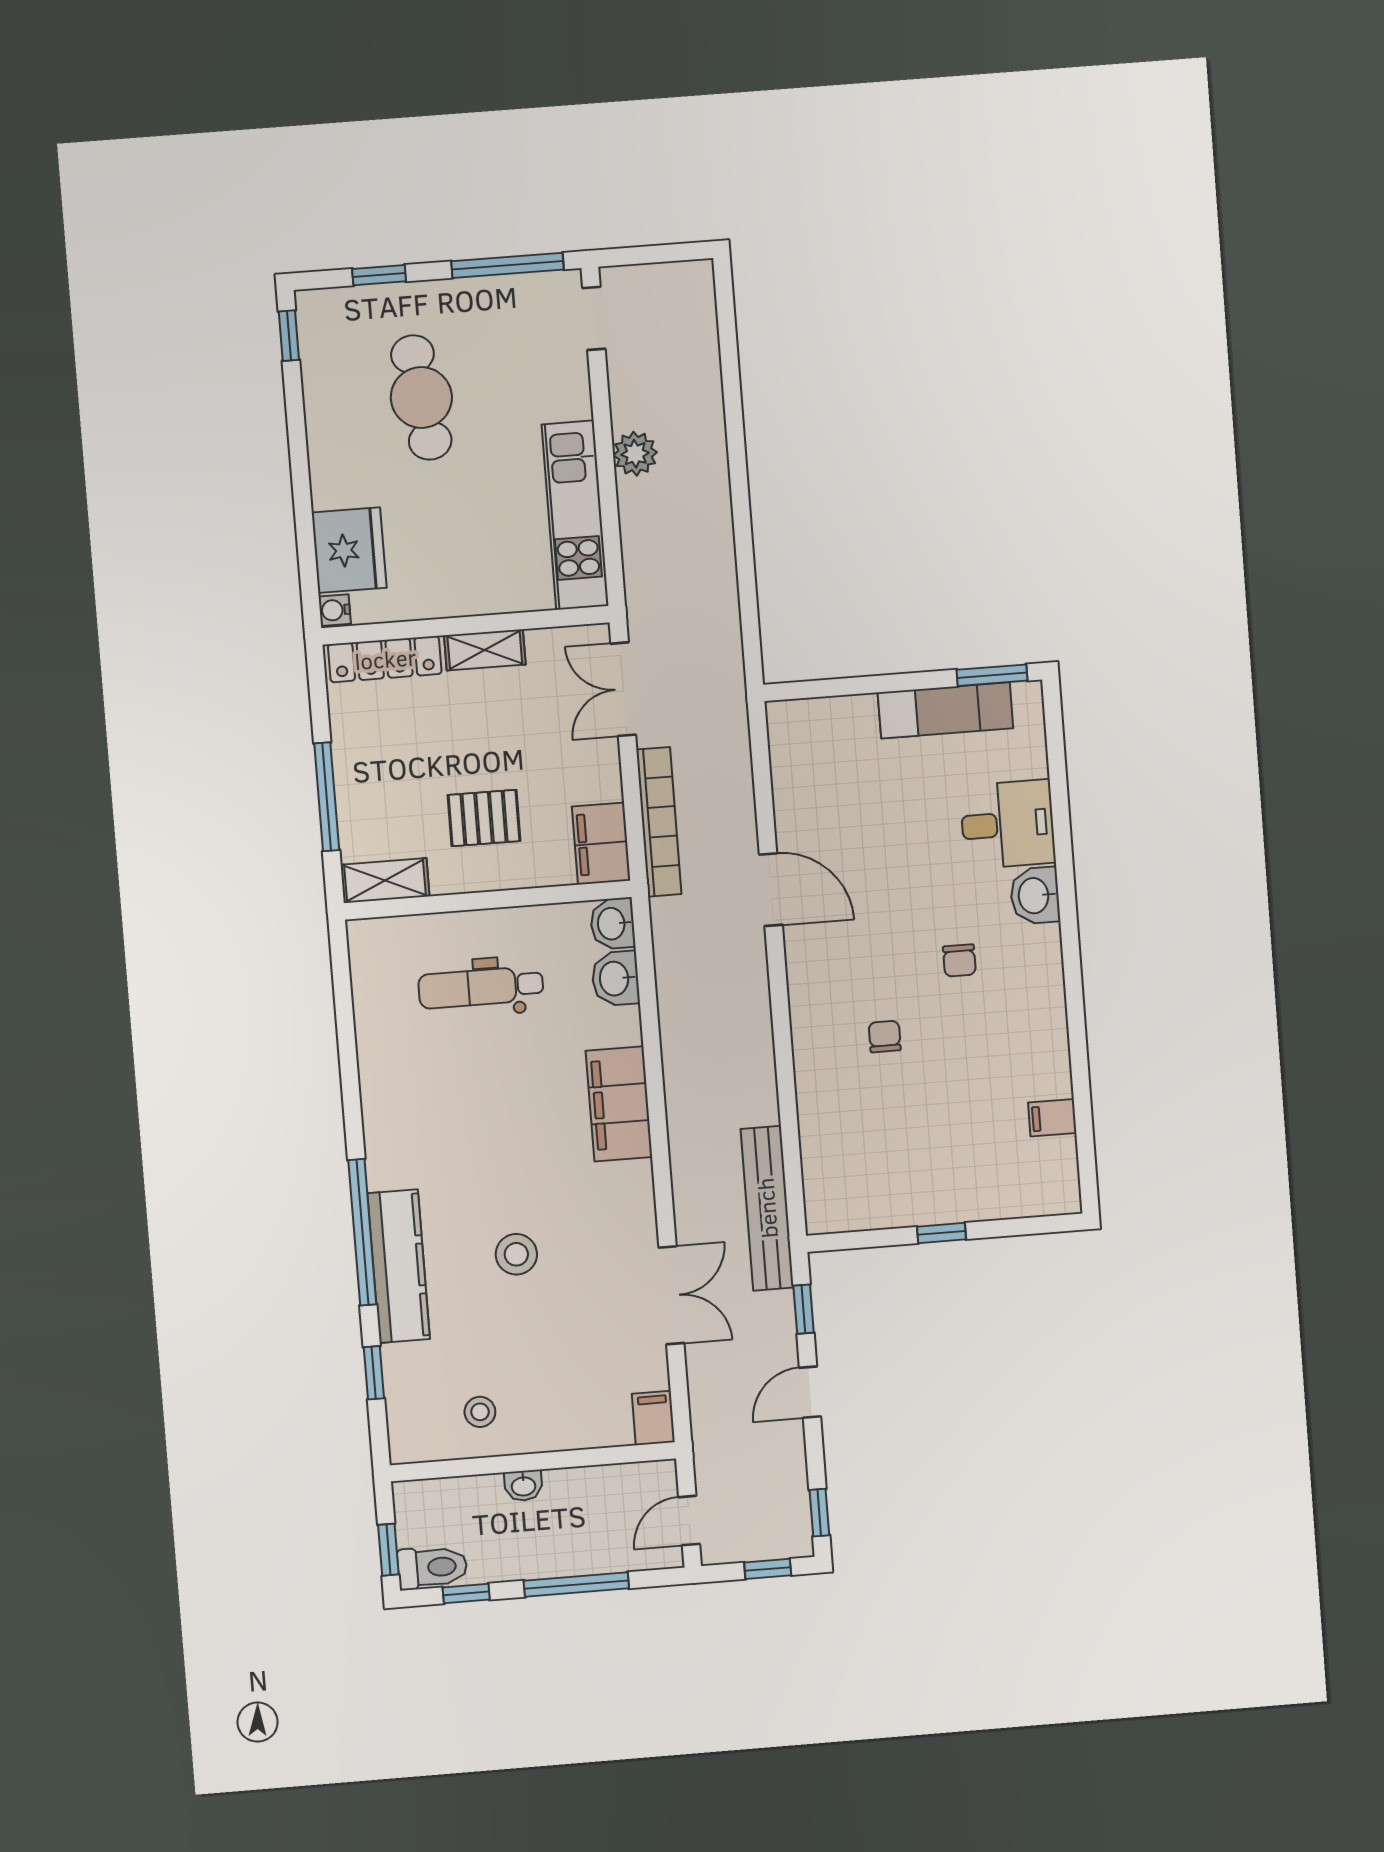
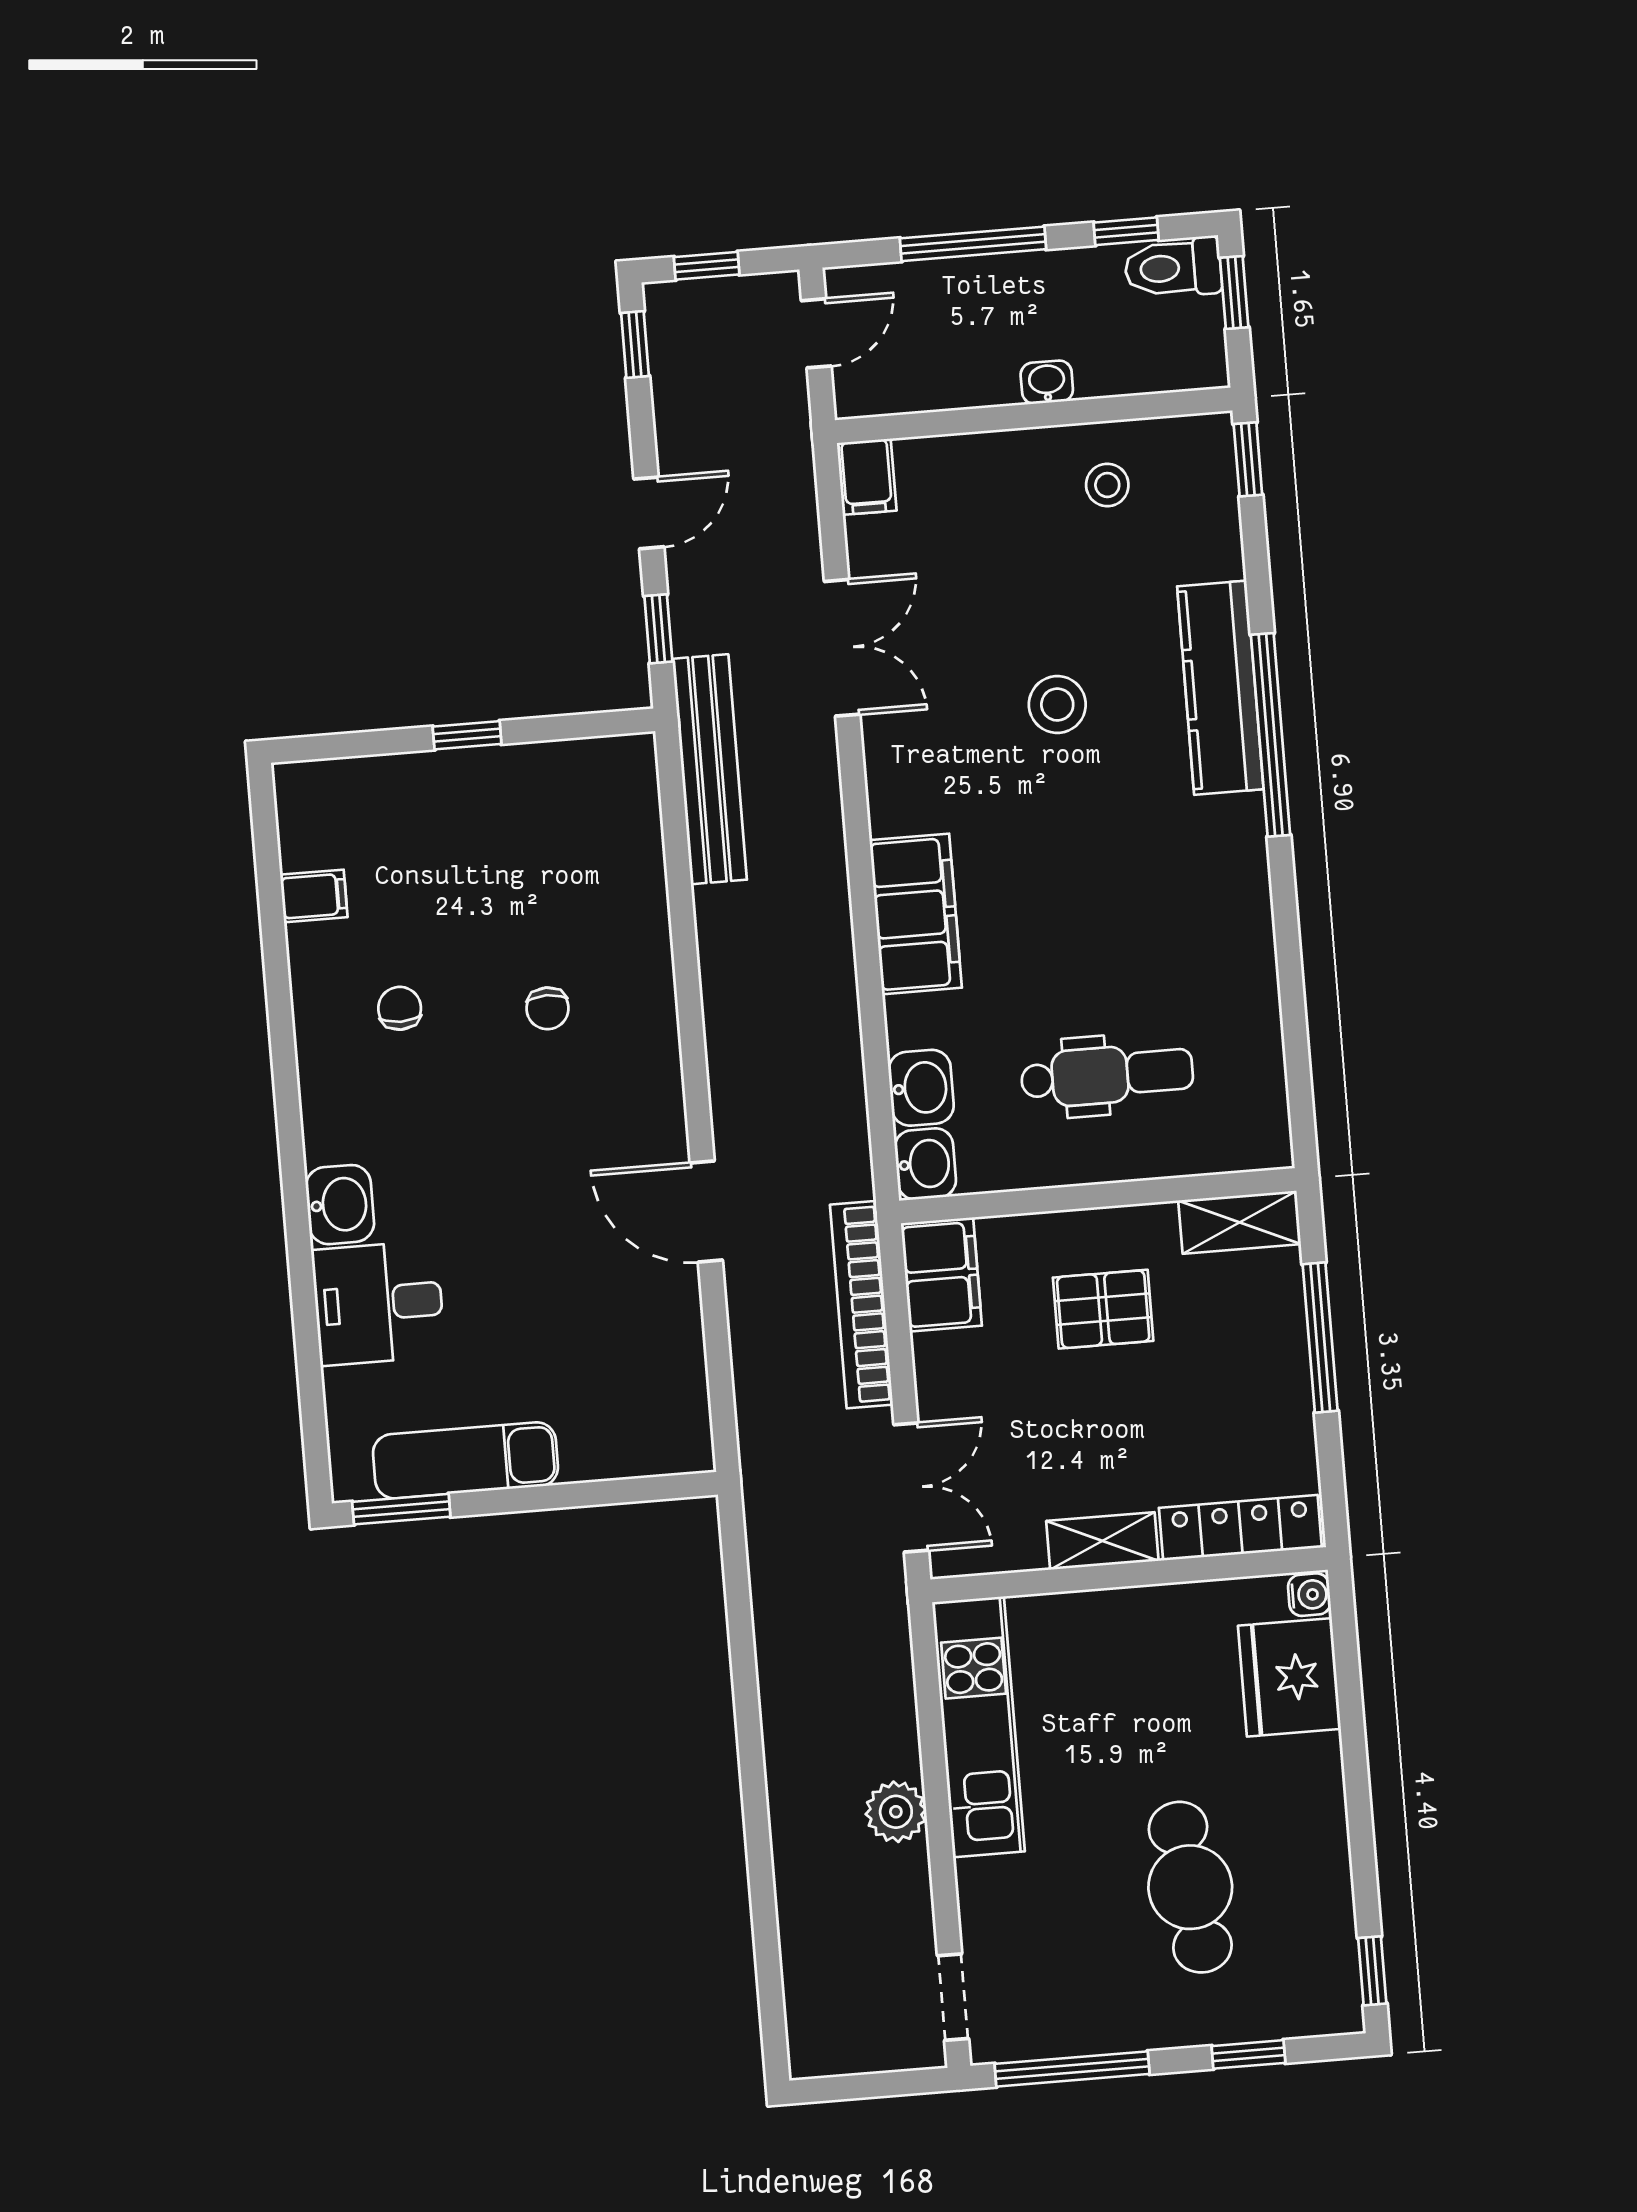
chair: (959, 960) -> (400, 1008), moved
double door: (671, 1295) -> (842, 648), swing flipped
window: (374, 1373) -> (1248, 459), moved

